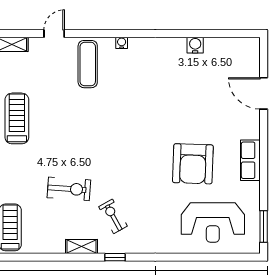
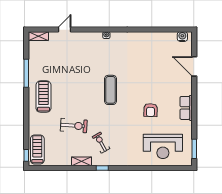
water cooler: (195, 45) -> (182, 37), moved
exercise mat: (88, 64) -> (111, 90), moved
treadmill: (17, 118) -> (43, 97), moved
armchair: (193, 164) -> (151, 110), width x0.53, depth x0.53

